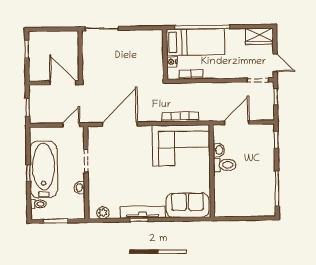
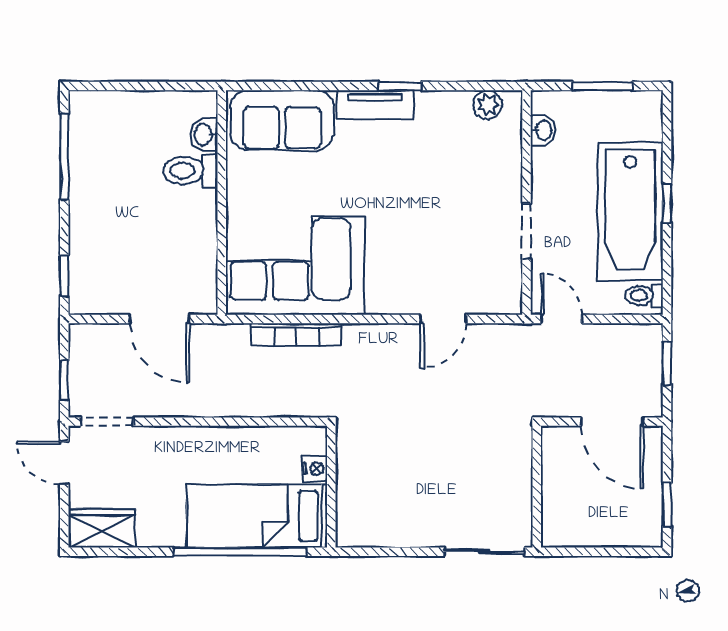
bookcase: (191, 75) -> (269, 437), removed
door: (63, 83) -> (612, 422), moved
door: (237, 123) -> (160, 319), hinge flipped
door: (120, 124) -> (443, 319), width x0.53
door: (71, 125) -> (561, 319), swing flipped
washbasin: (219, 150) -> (204, 134), moved
toilet: (225, 165) -> (190, 171), moved
washbasin: (80, 187) -> (543, 130), moved
toilet: (38, 204) -> (644, 295), moved
tv unit: (143, 212) -> (375, 105), width x0.71

